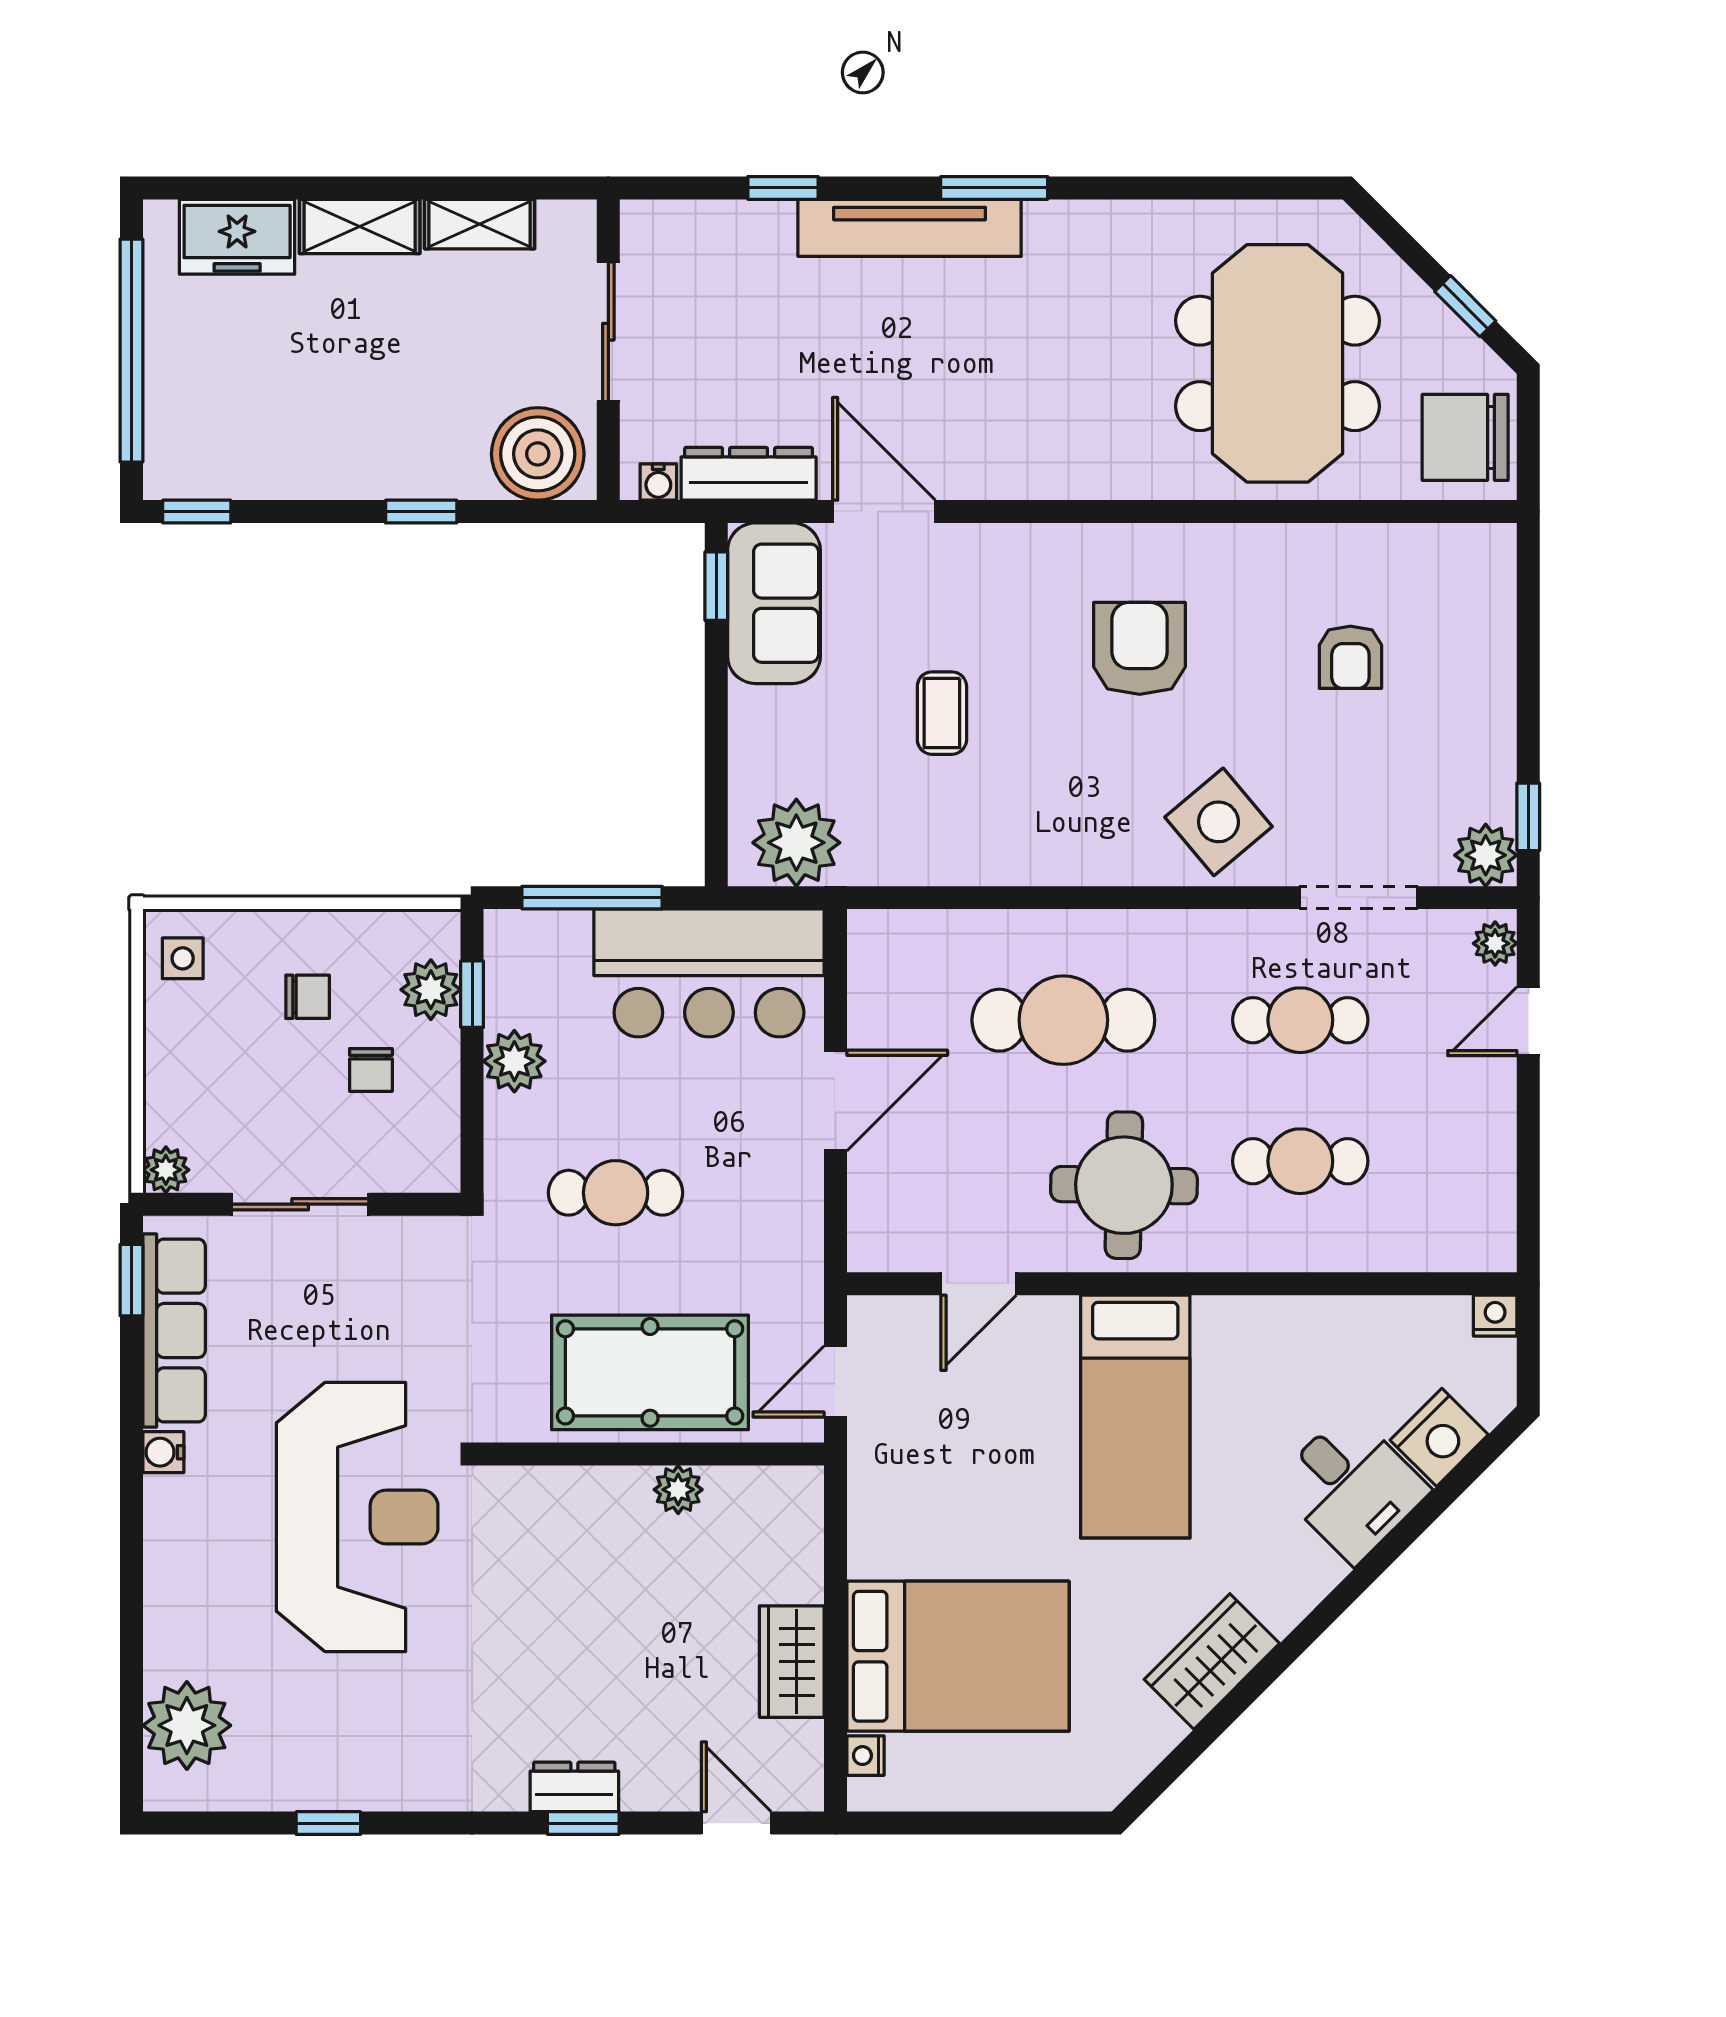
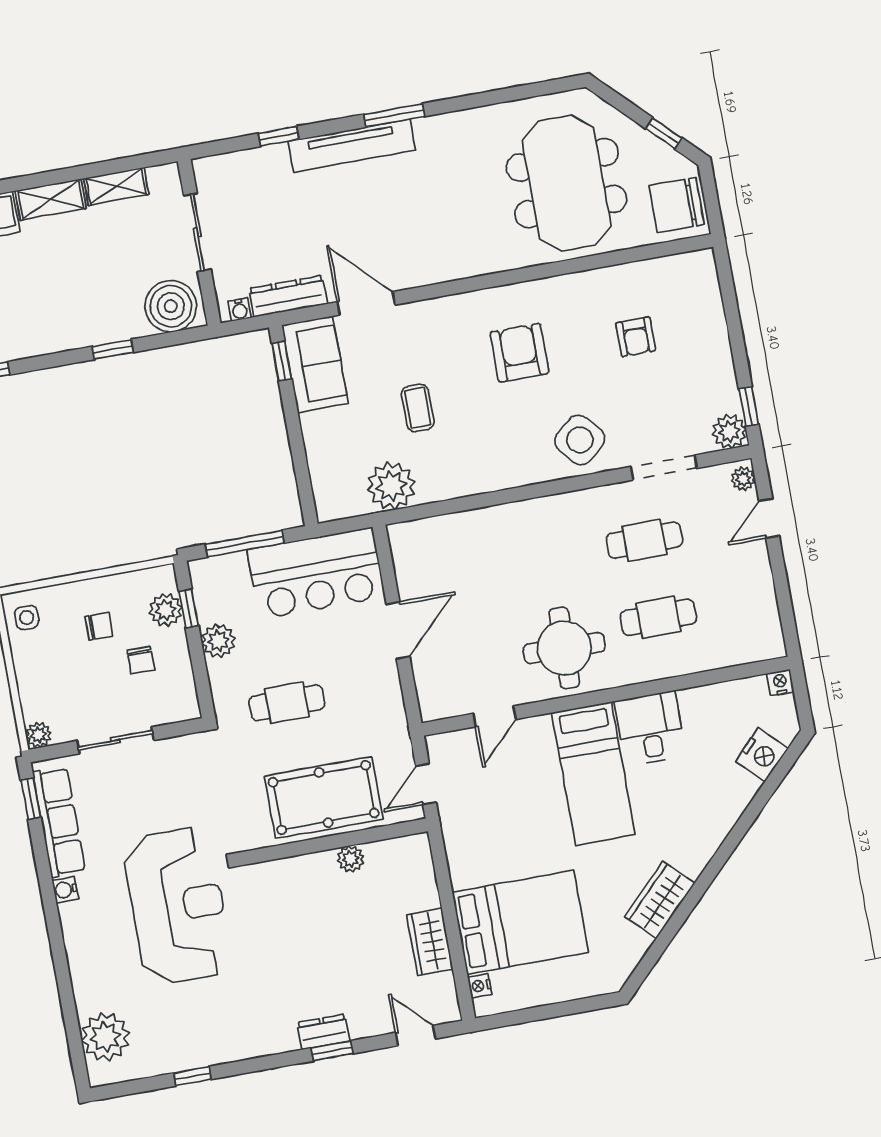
plant: (796, 843) -> (391, 486), moved
cafe table: (1063, 1020) -> (515, 564), removed
desk: (1351, 1487) -> (650, 729), moved, turned -135

